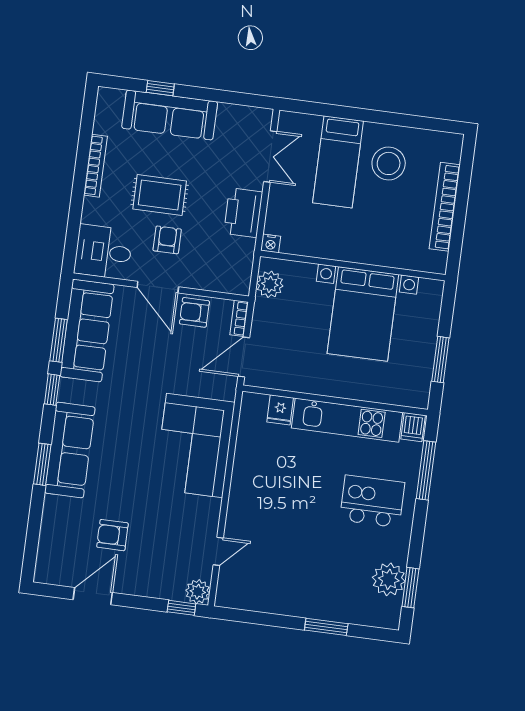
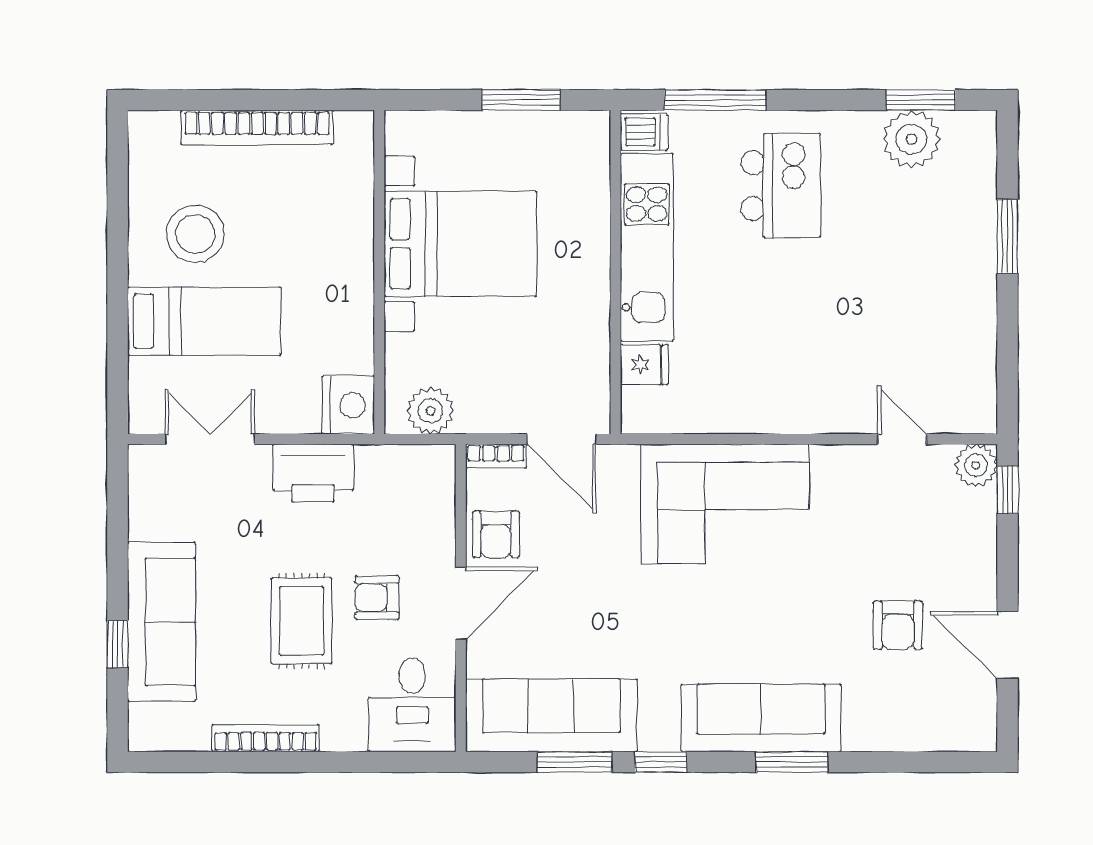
nightstand: (271, 243) -> (348, 405), width x1.89, depth x1.79
kitchen island: (372, 501) -> (781, 186), turned 180

